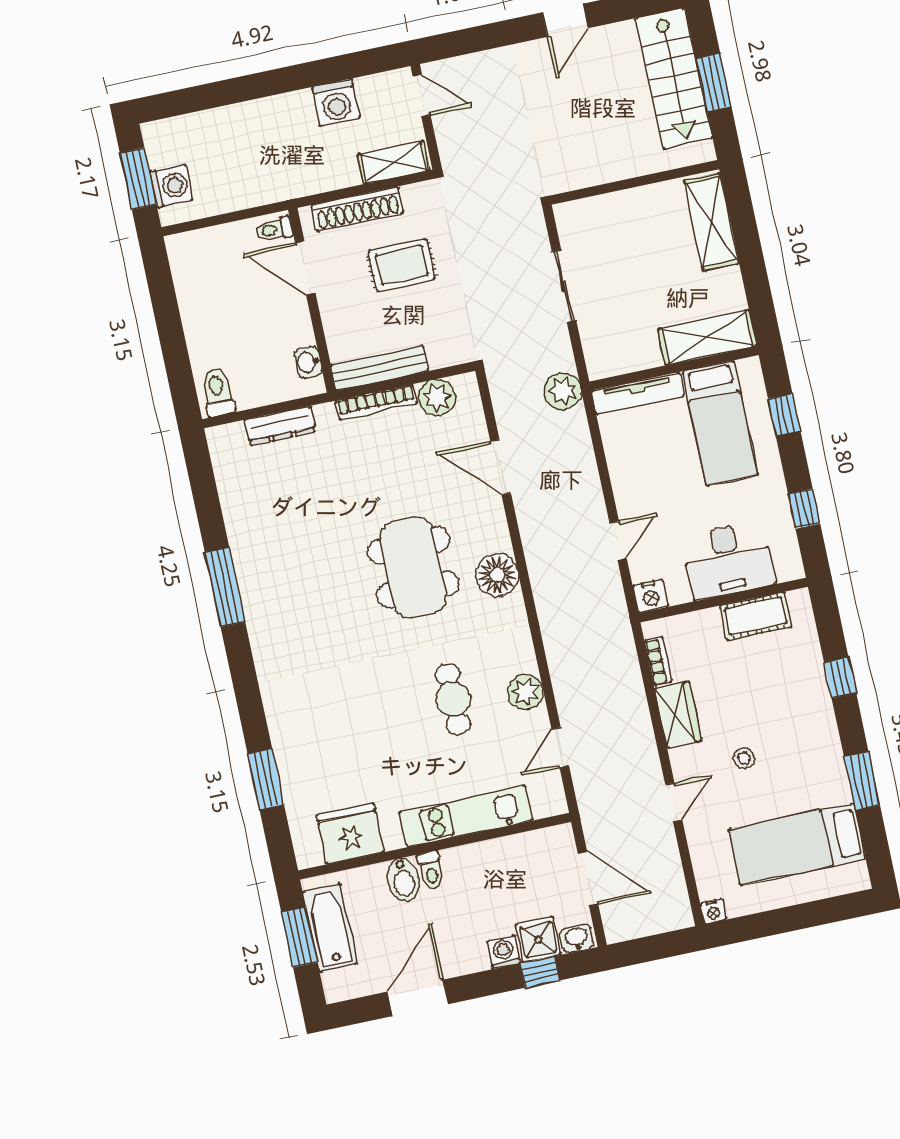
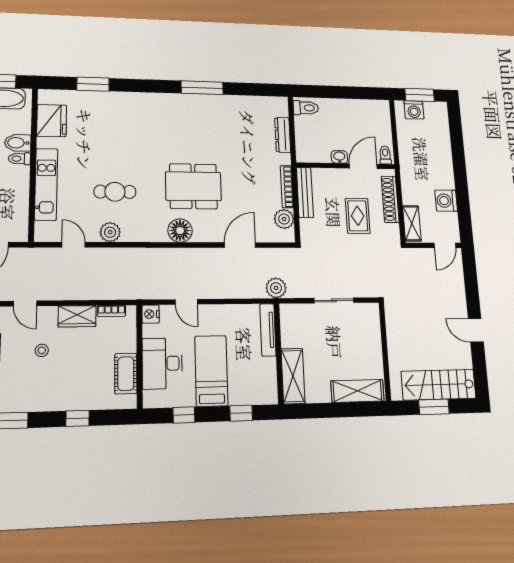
washbasin: (308, 362) -> (339, 157), moved
bed: (720, 423) -> (211, 371), moved, turned 90

